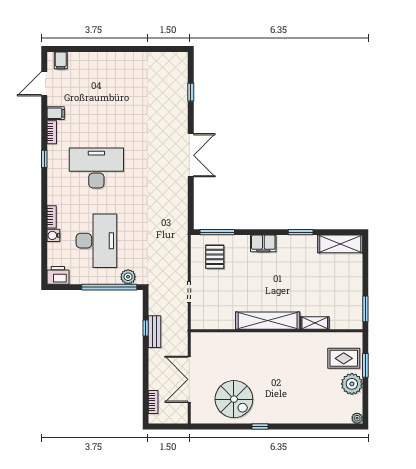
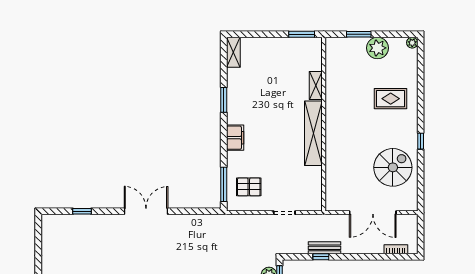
shelving: (340, 244) -> (233, 52), width x0.67, depth x0.75
rug: (344, 358) -> (391, 99), moved, turned 90

